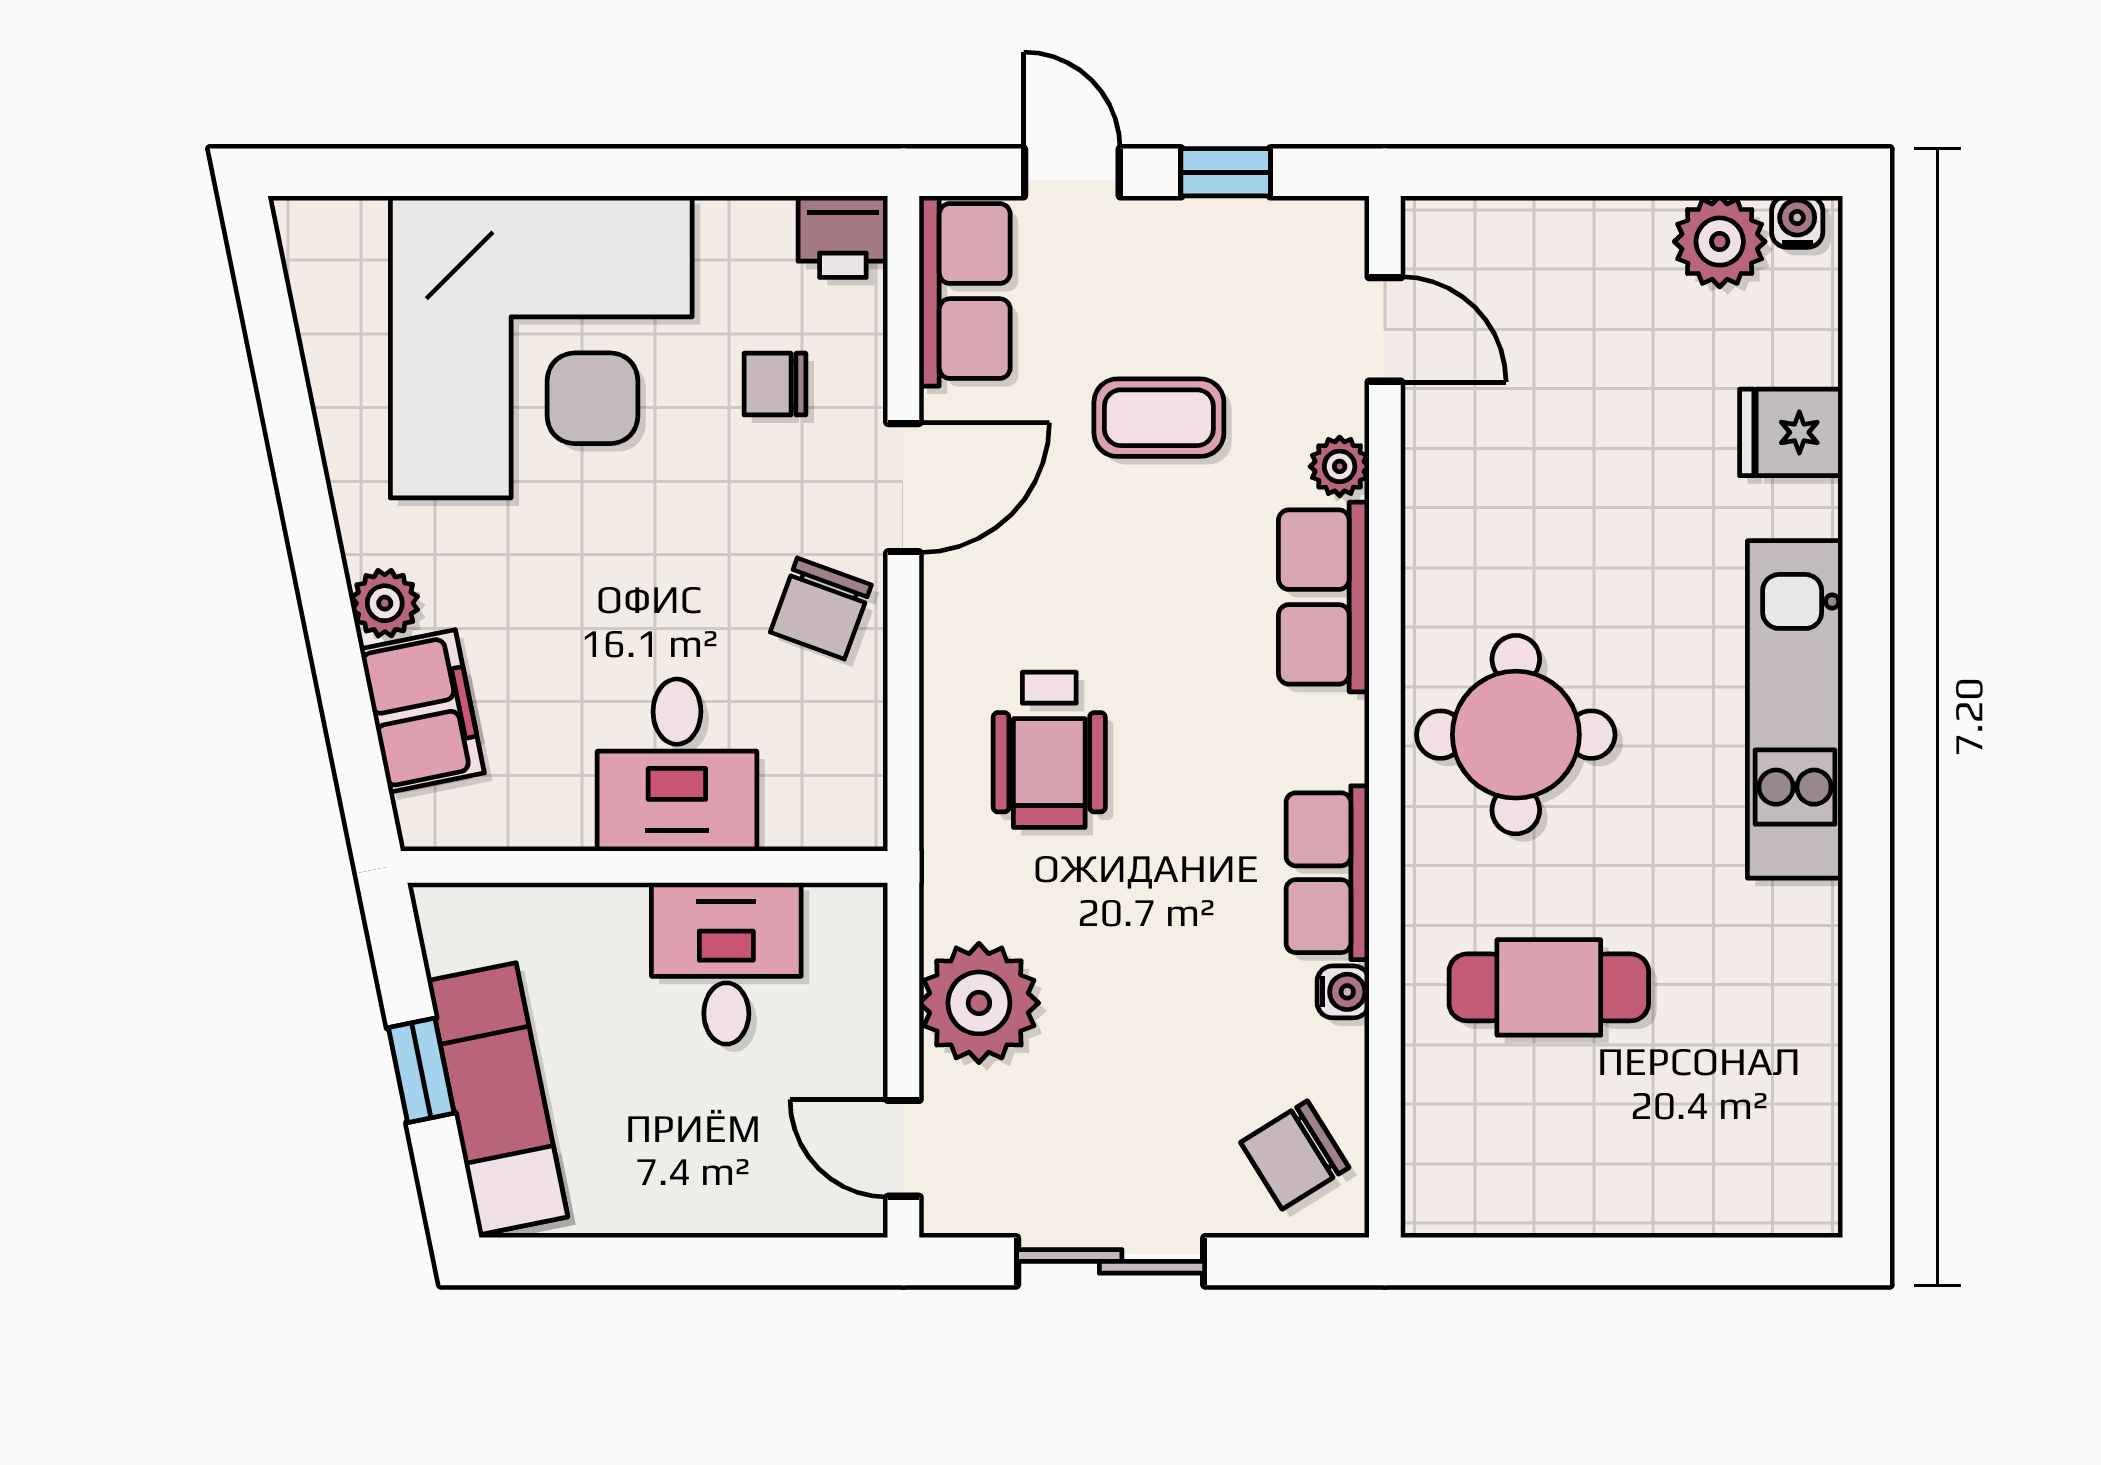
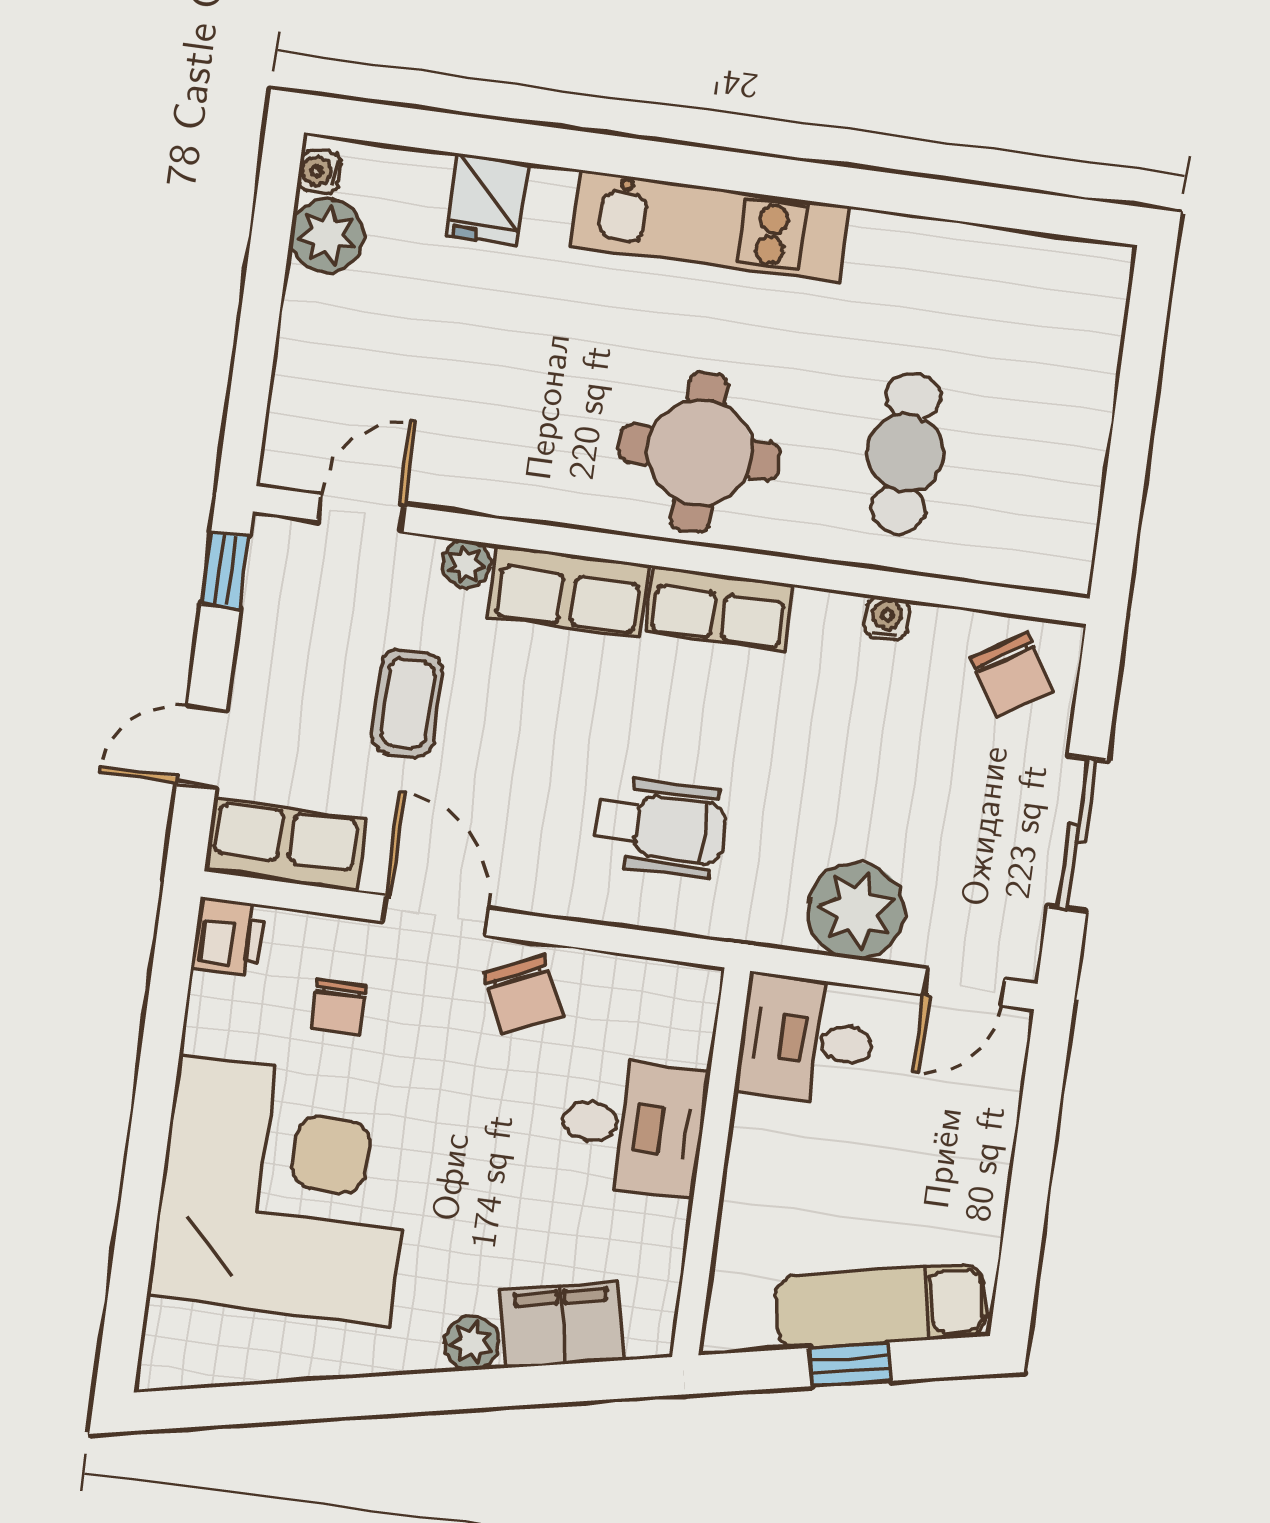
window: (1226, 172) -> (225, 570), moved
chair: (821, 609) -> (523, 995), turned 45
row of seats: (1328, 873) -> (719, 608), moved
desk: (726, 963) -> (807, 1039), moved

